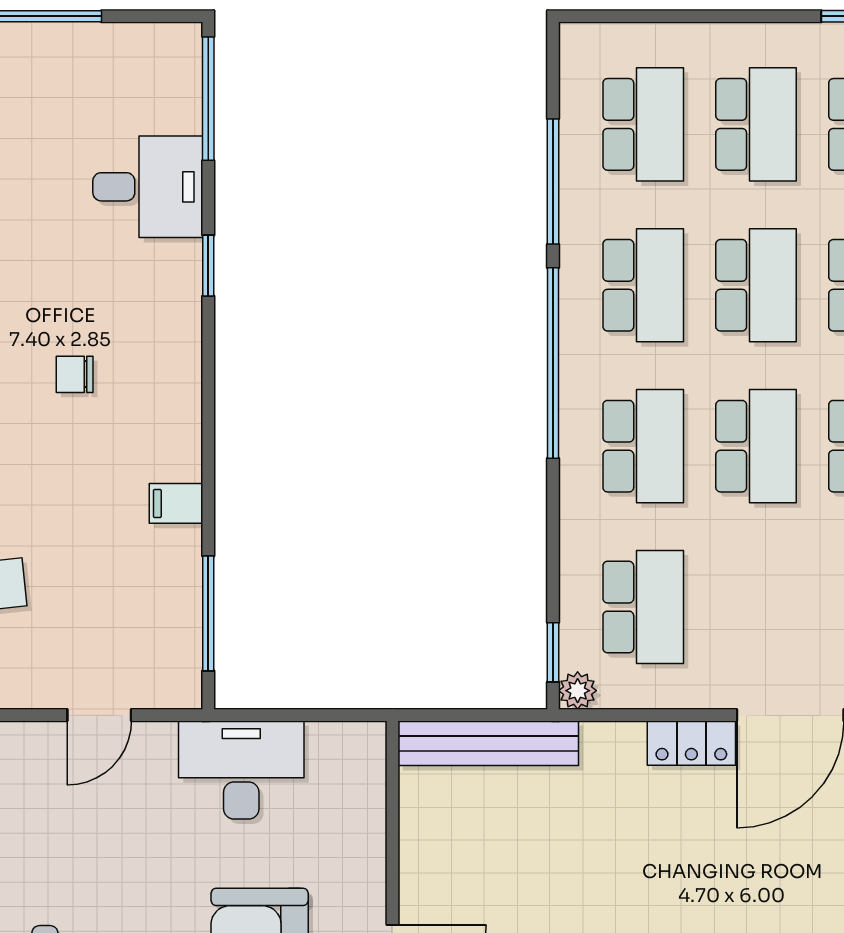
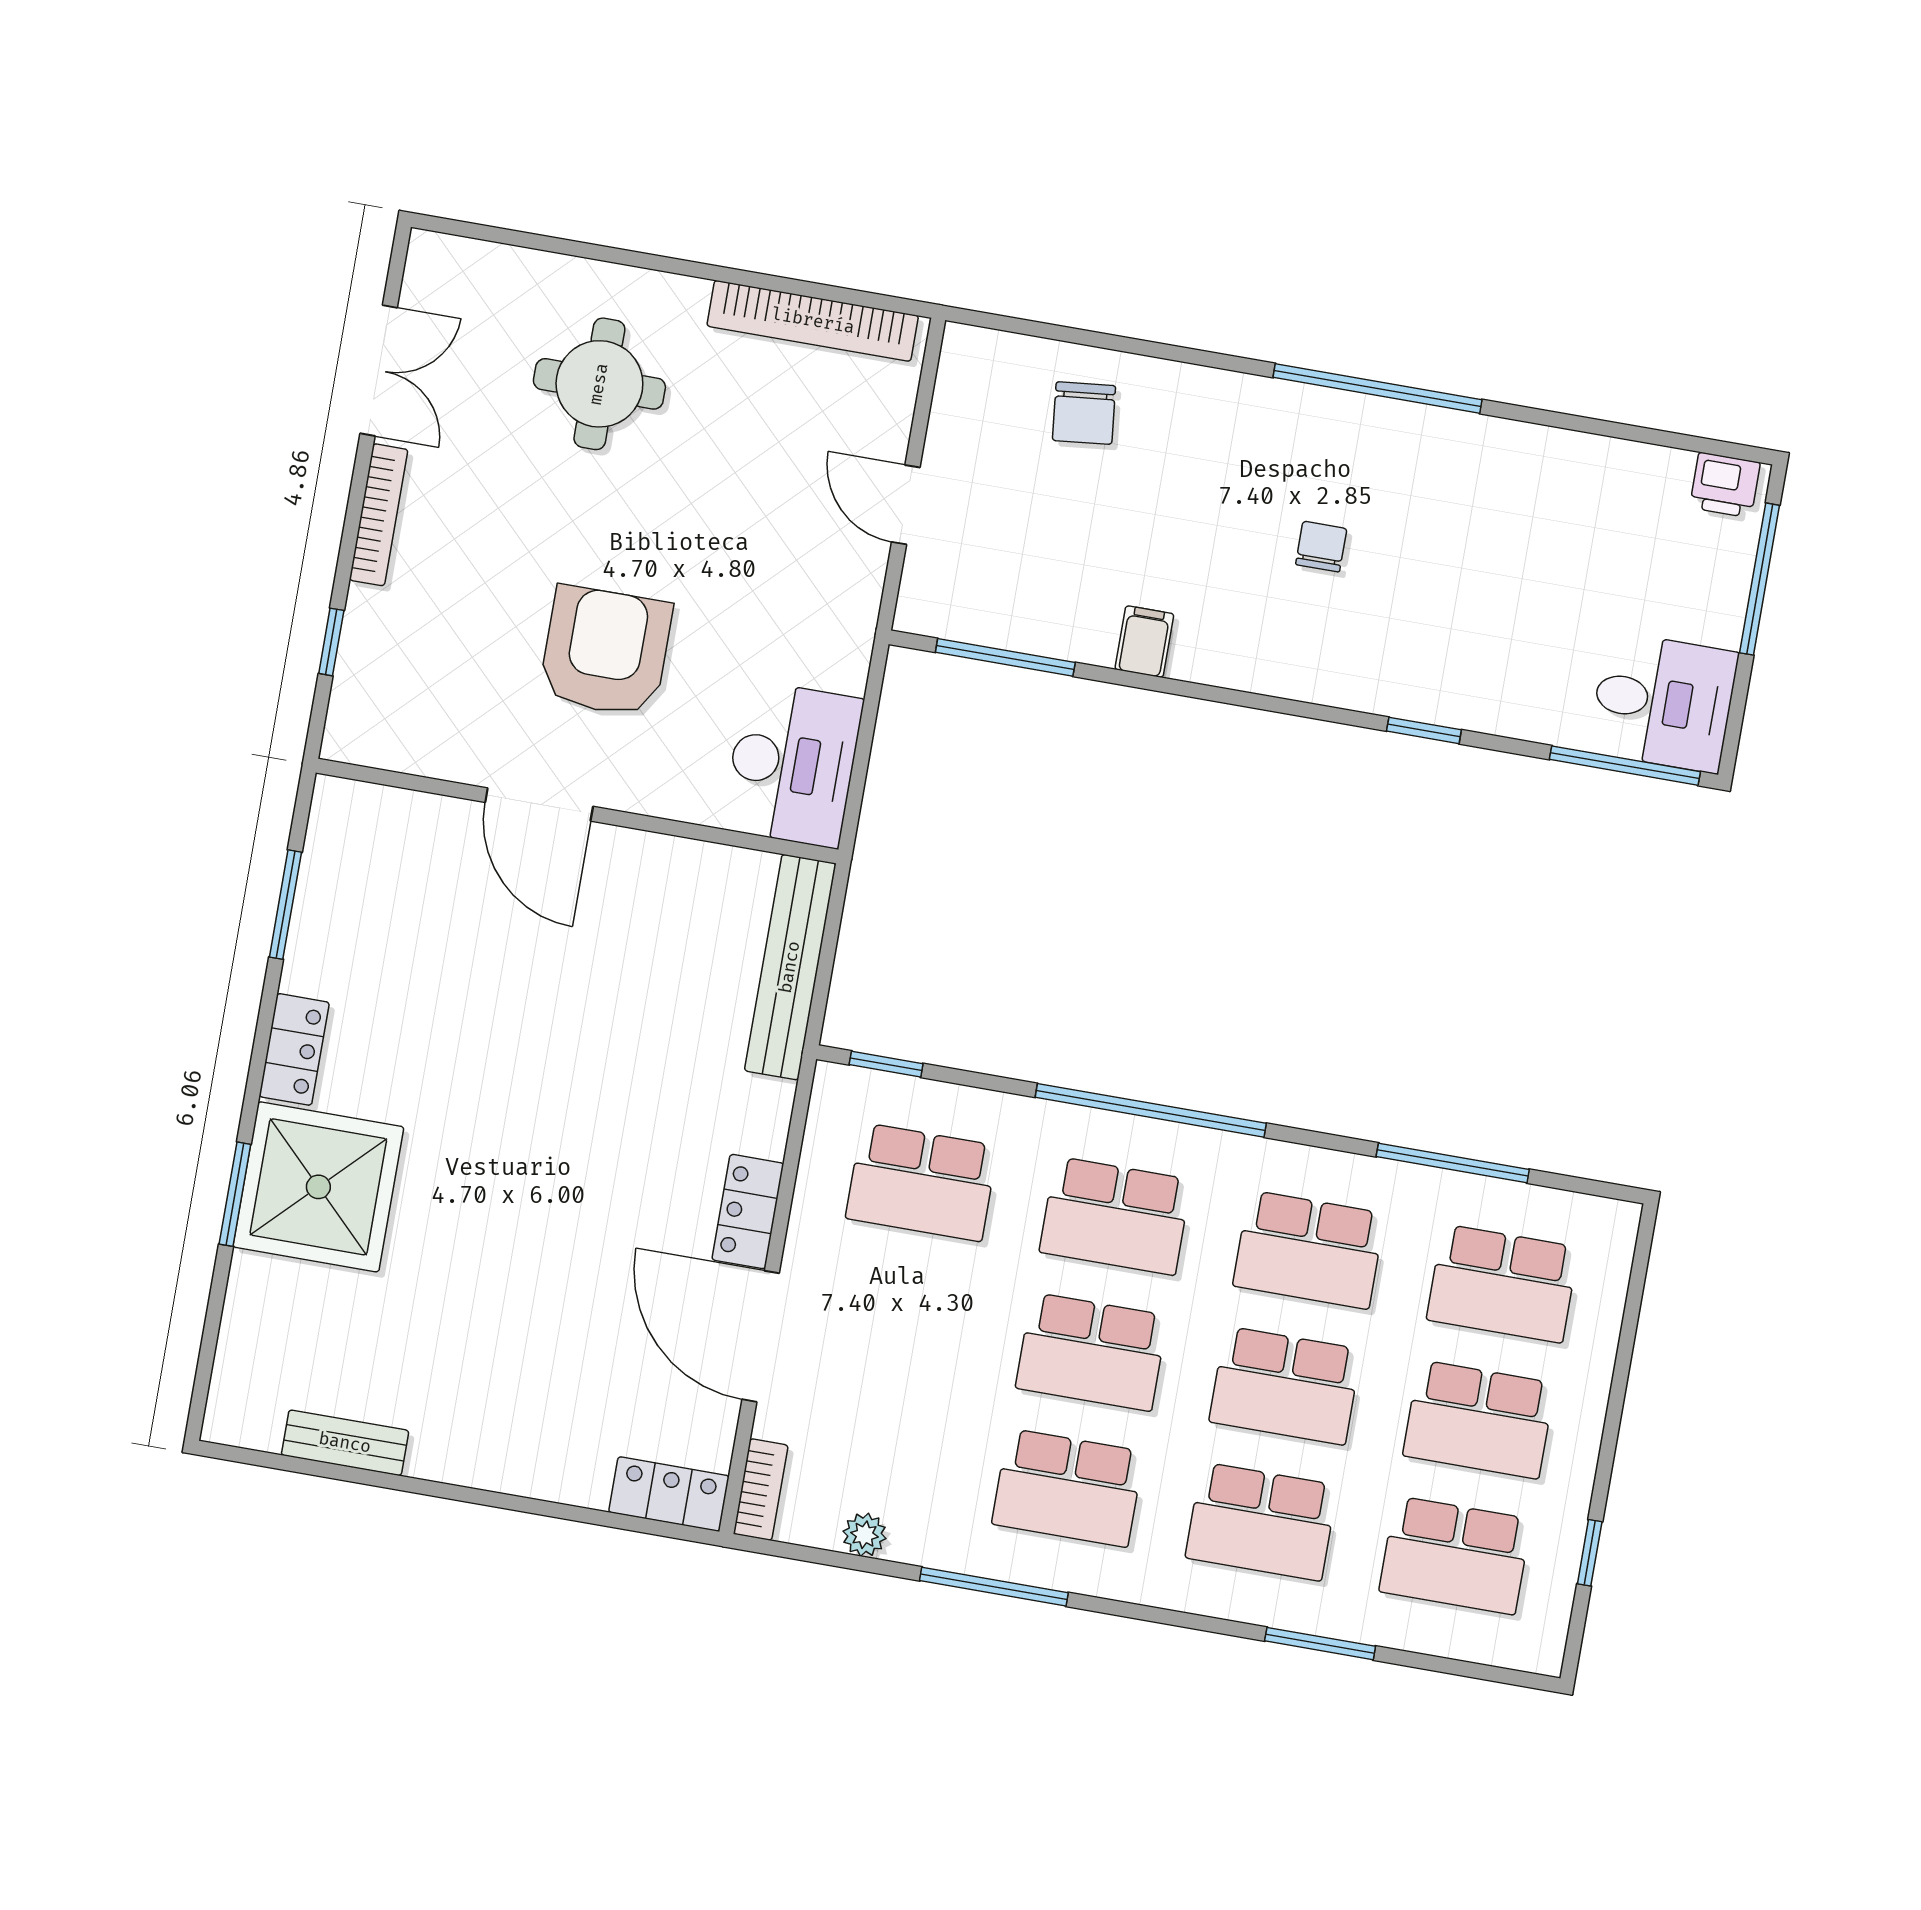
desk: (148, 187) -> (1663, 702), moved, turned -90
window: (553, 363) -> (1151, 1110), moved
plant: (578, 691) -> (835, 1086), removed
desk: (241, 770) -> (792, 764), moved

